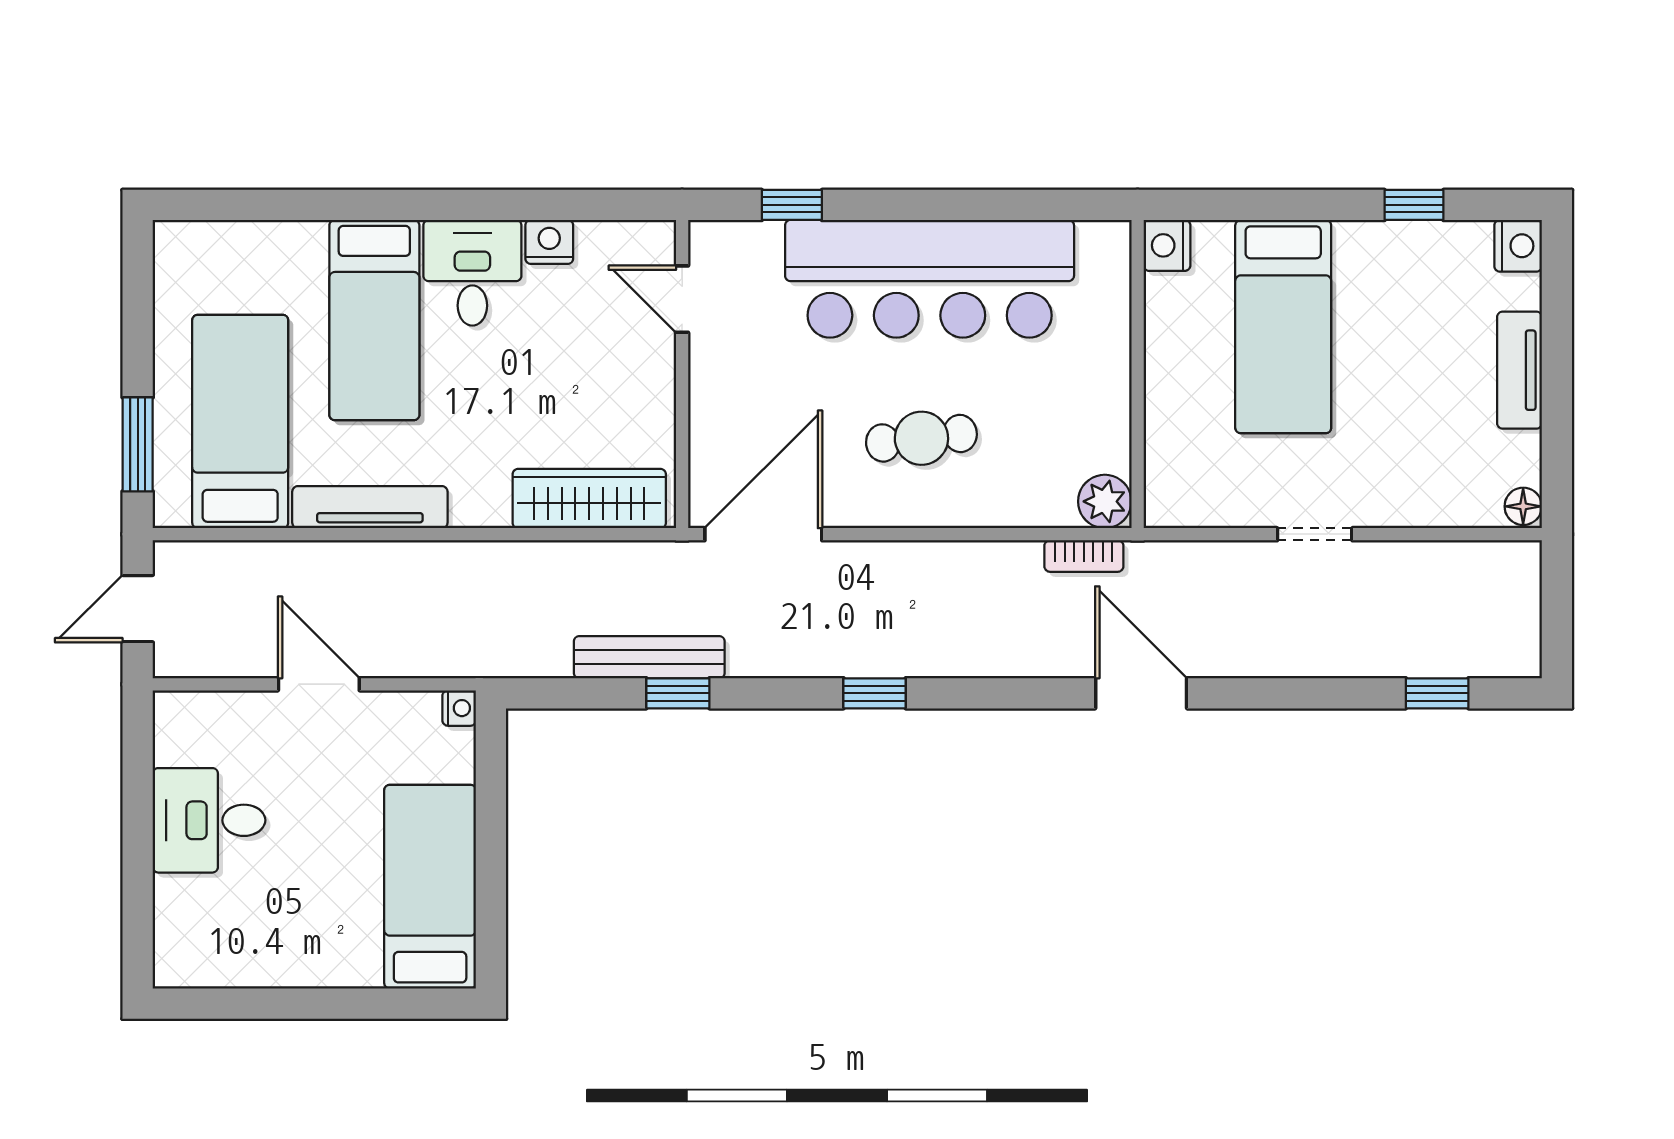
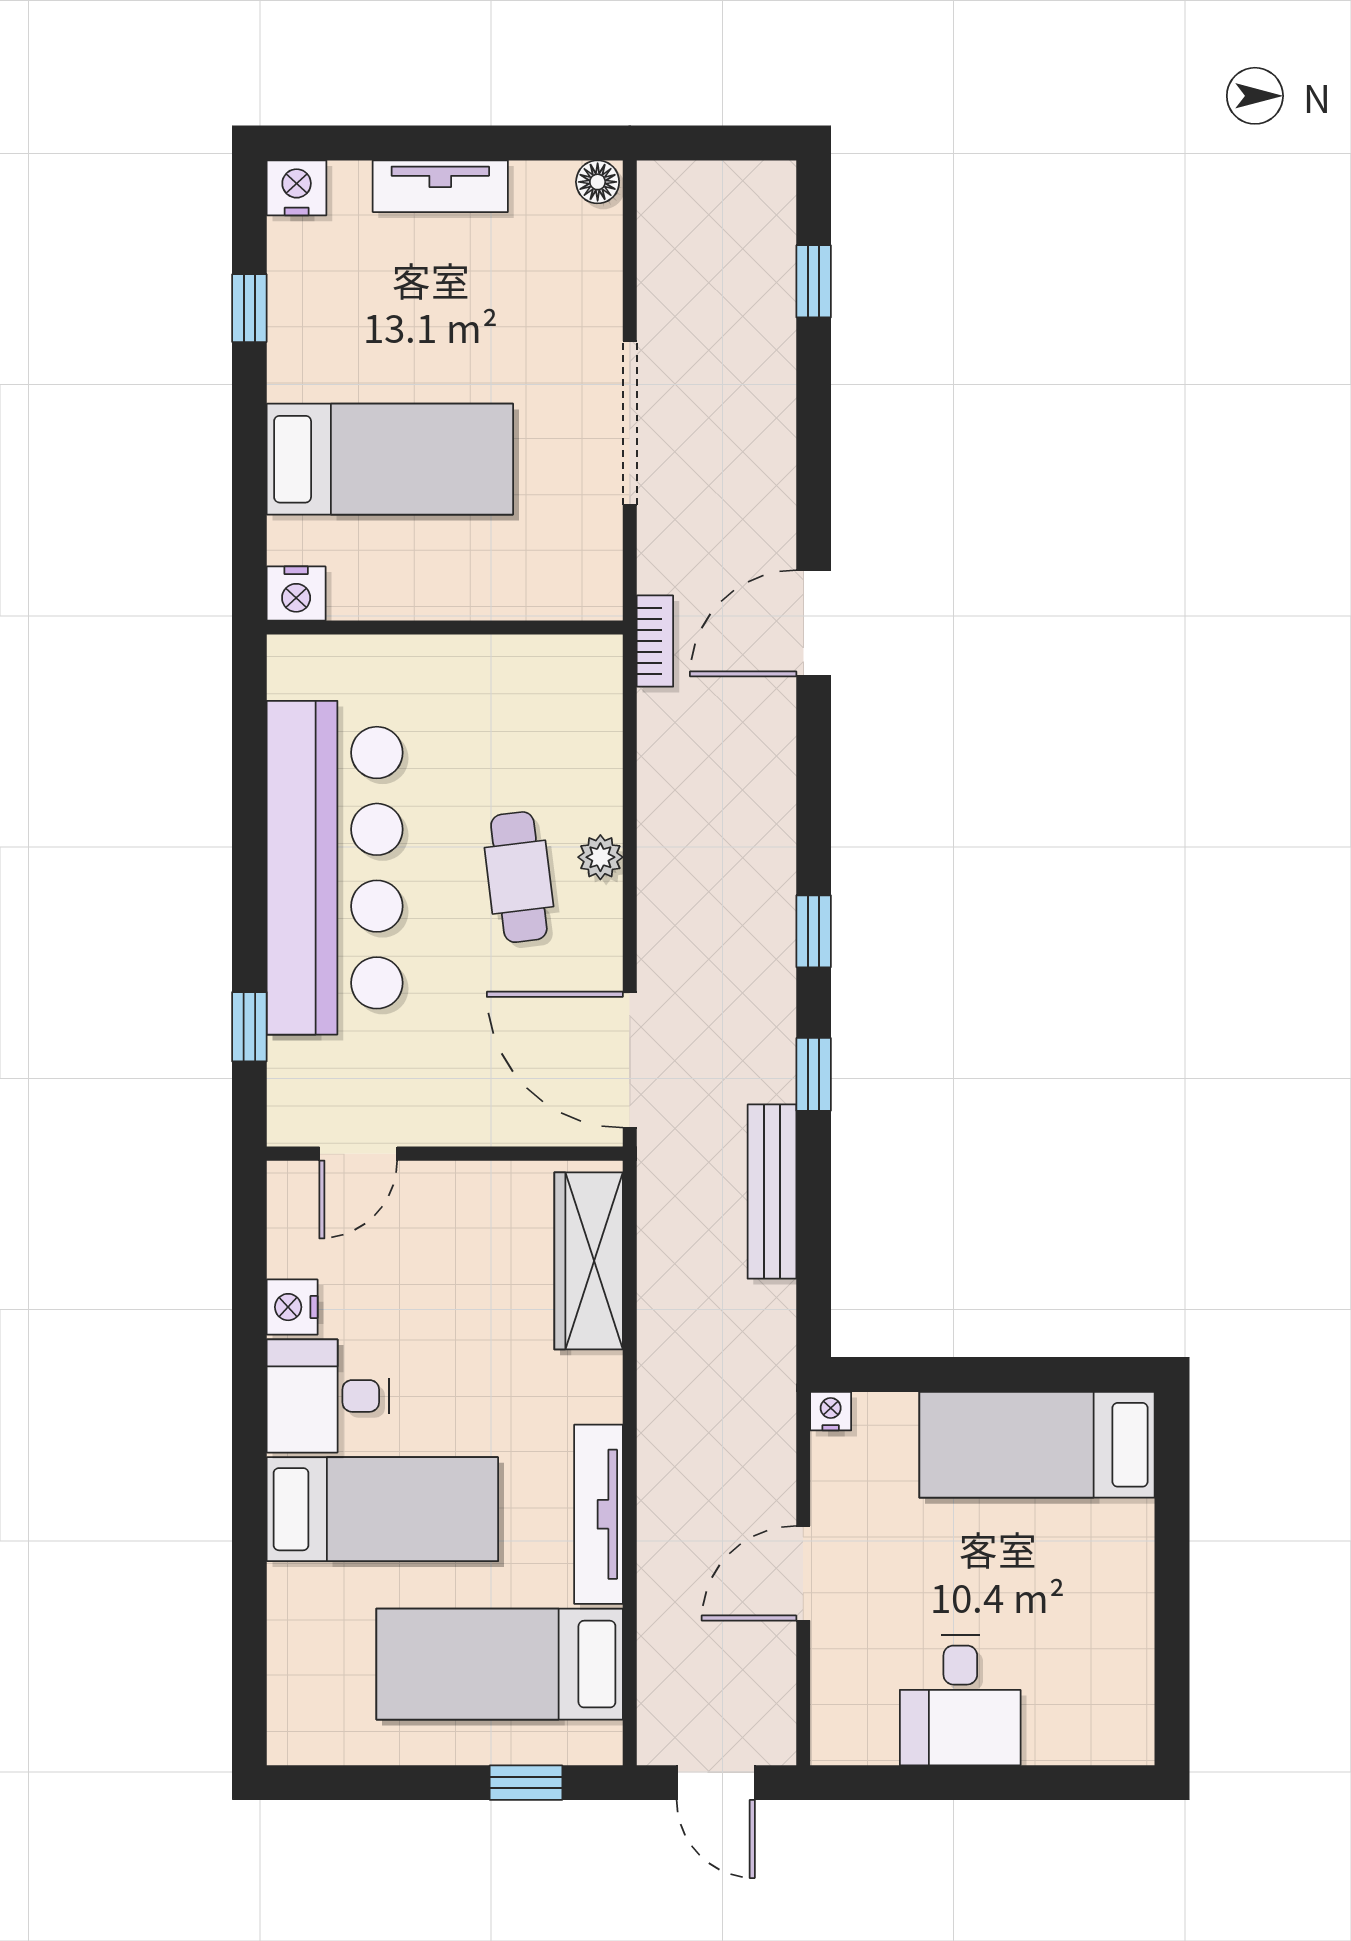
window: (138, 444) -> (526, 1783), width x0.67
plant: (1105, 501) -> (600, 857), moved, width x0.73, depth x0.73
doorway: (1315, 534) -> (630, 423), width x1.87
bookcase: (1084, 556) -> (655, 641), moved
window: (678, 693) -> (814, 1074), moved

